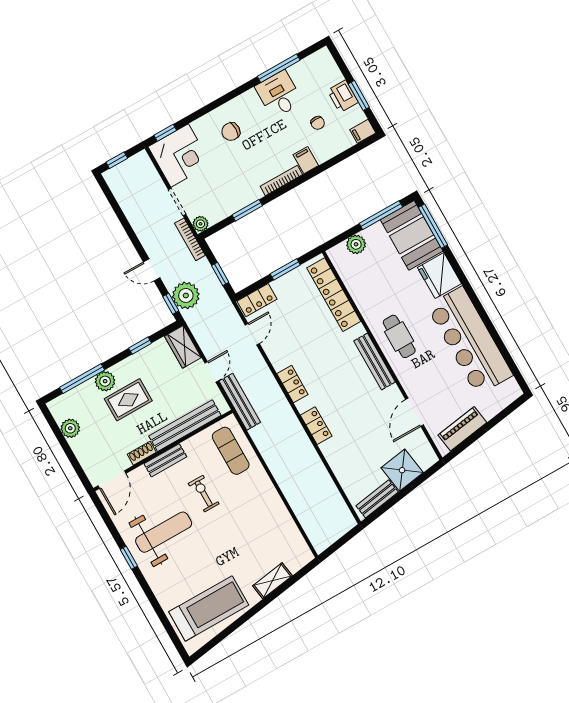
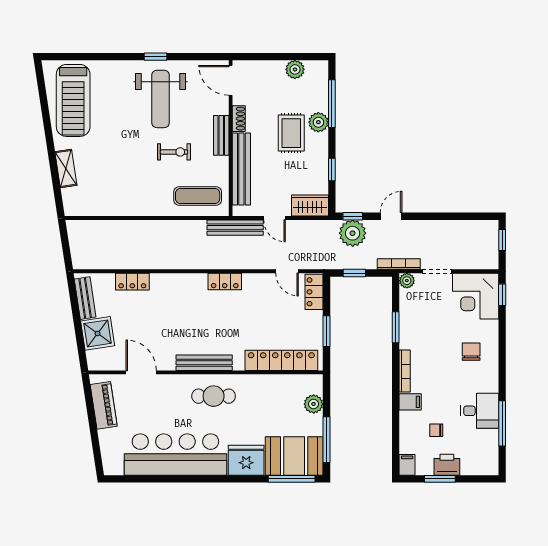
locker: (316, 426) -> (132, 282), moved

